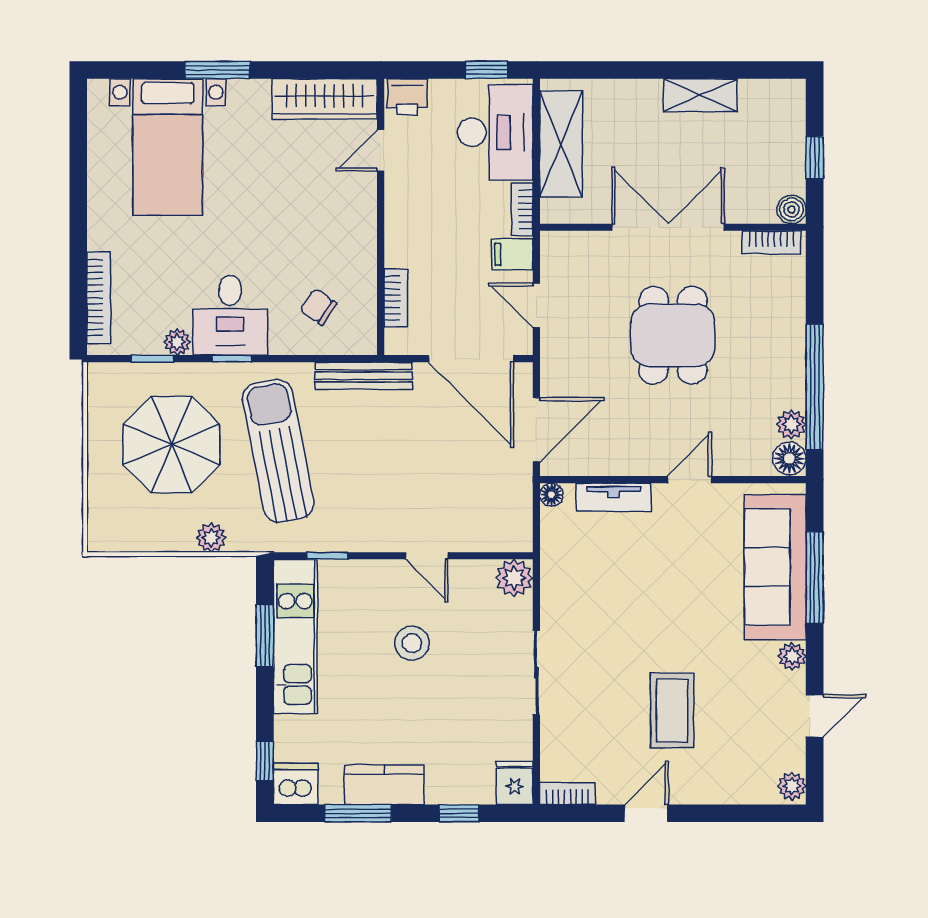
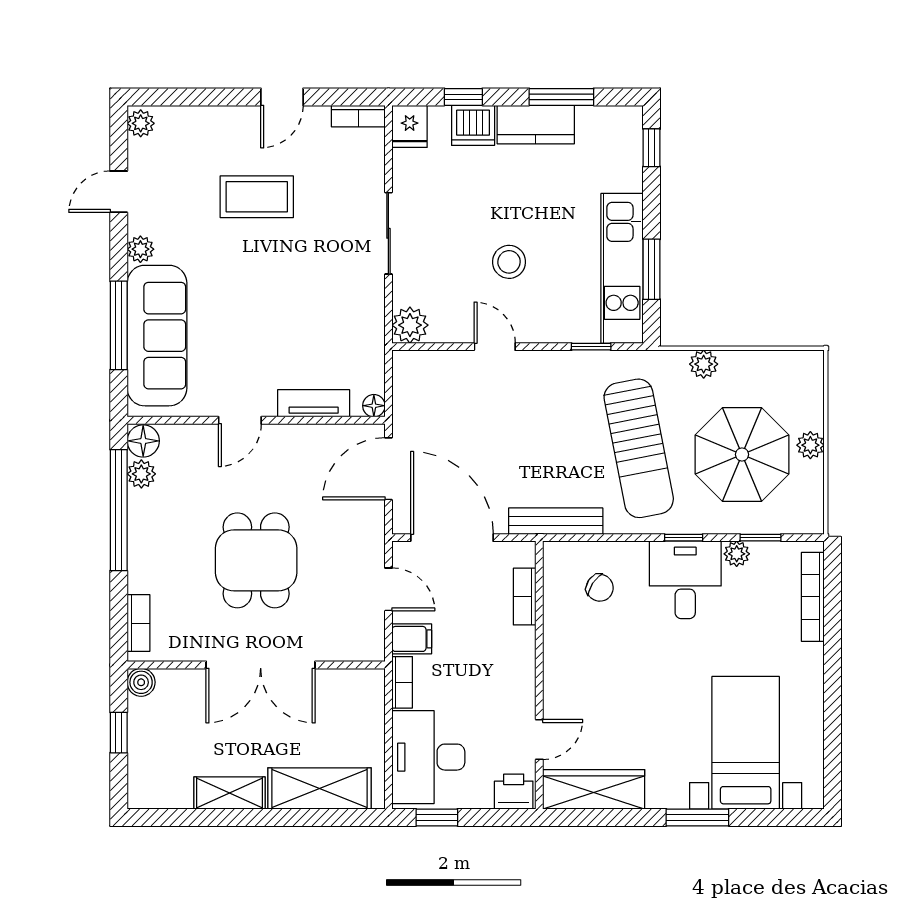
shelving: (561, 144) -> (319, 788), moved, turned 90
bookcase: (771, 242) -> (138, 623), moved, turned 90
plant: (101, 454) -> (810, 445), added
coffee table: (672, 710) -> (257, 197), turned 90
dishwasher: (296, 784) -> (473, 125), moved

